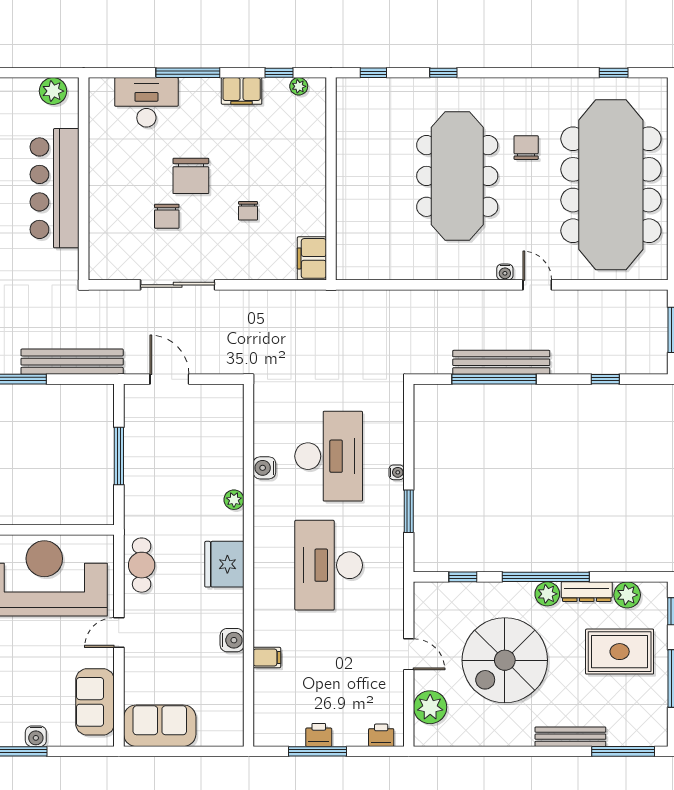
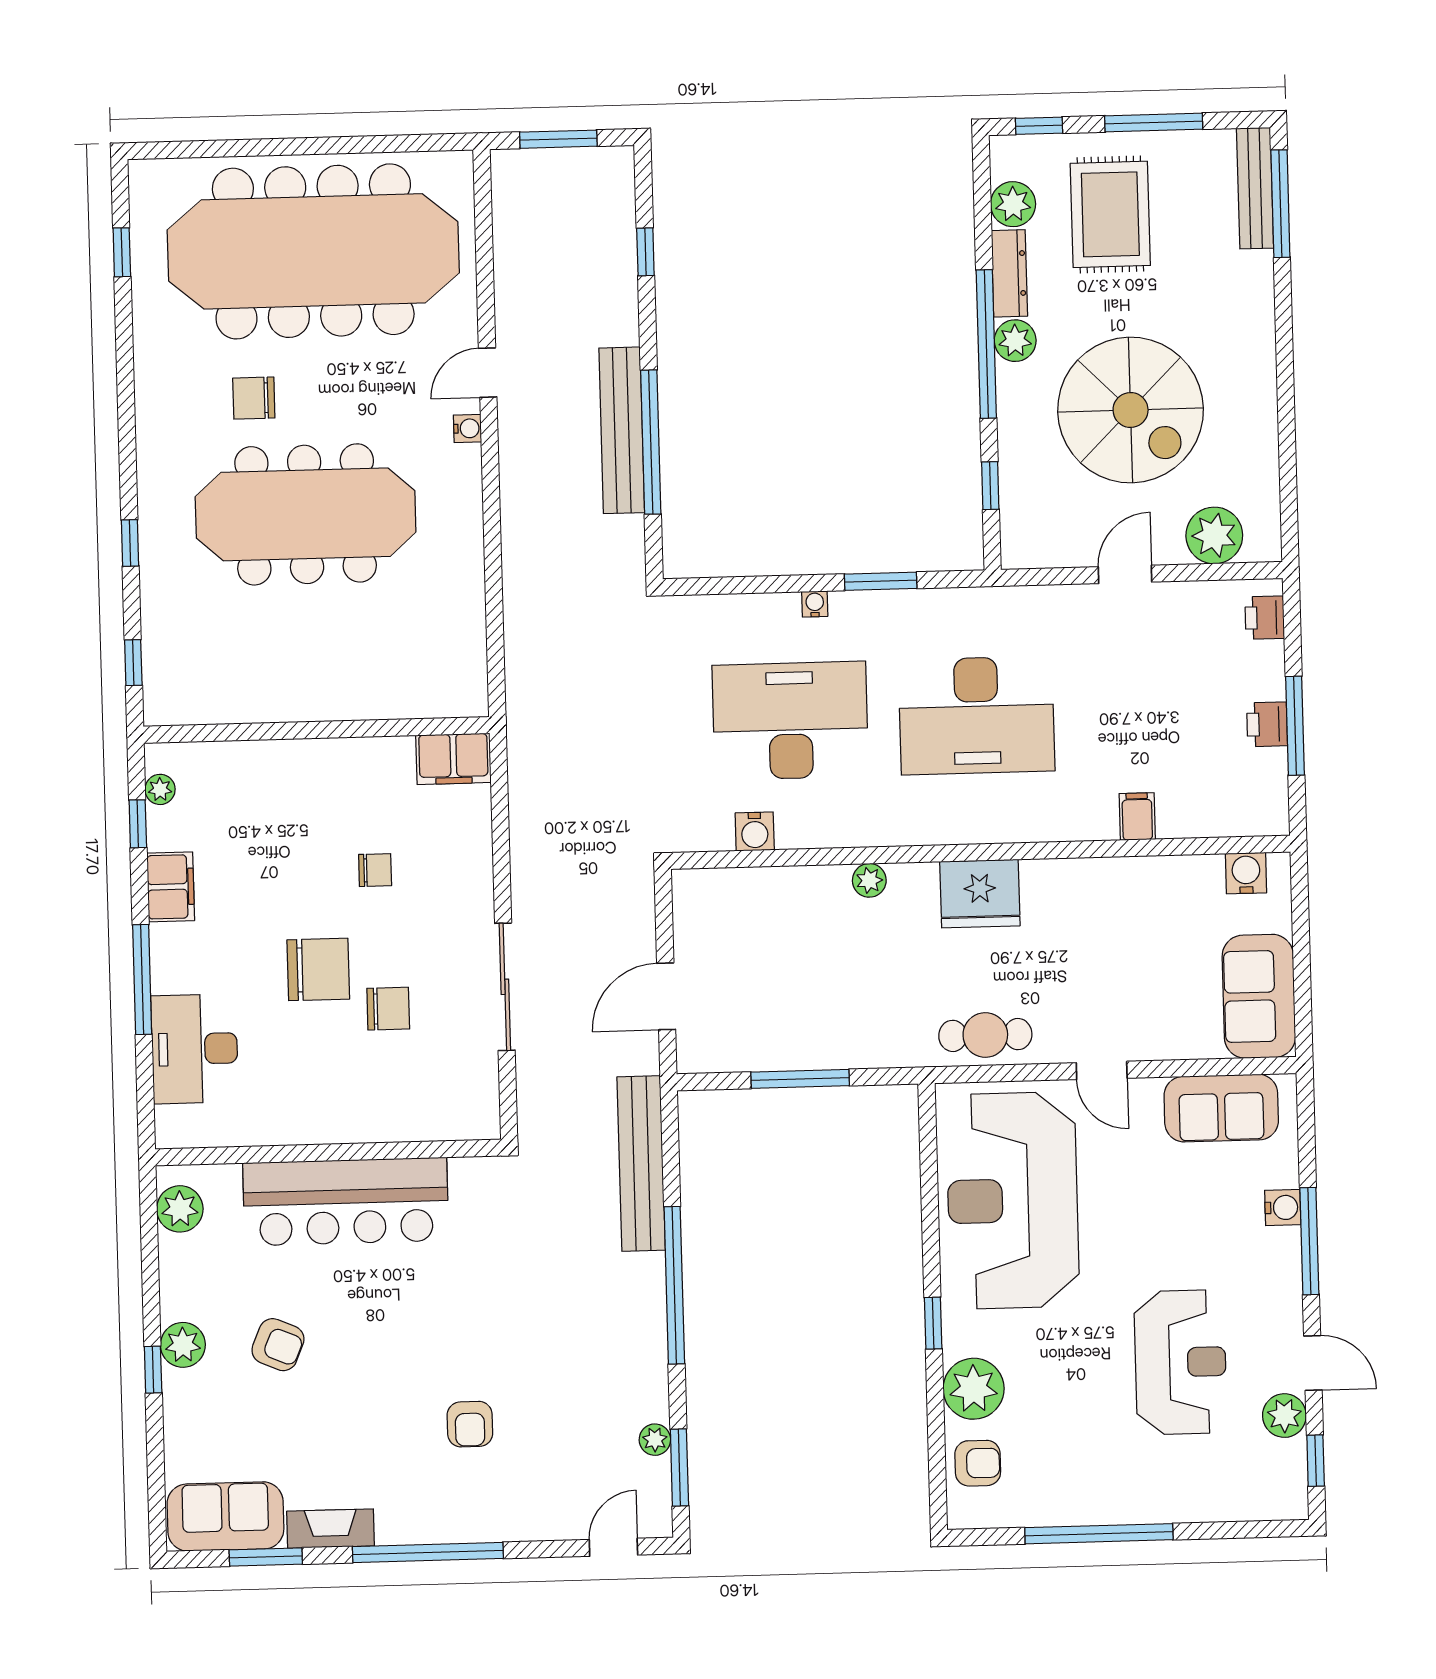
water cooler: (264, 468) -> (755, 832), moved
water cooler: (232, 640) -> (1246, 873), moved
bench: (570, 737) -> (1255, 188), moved

